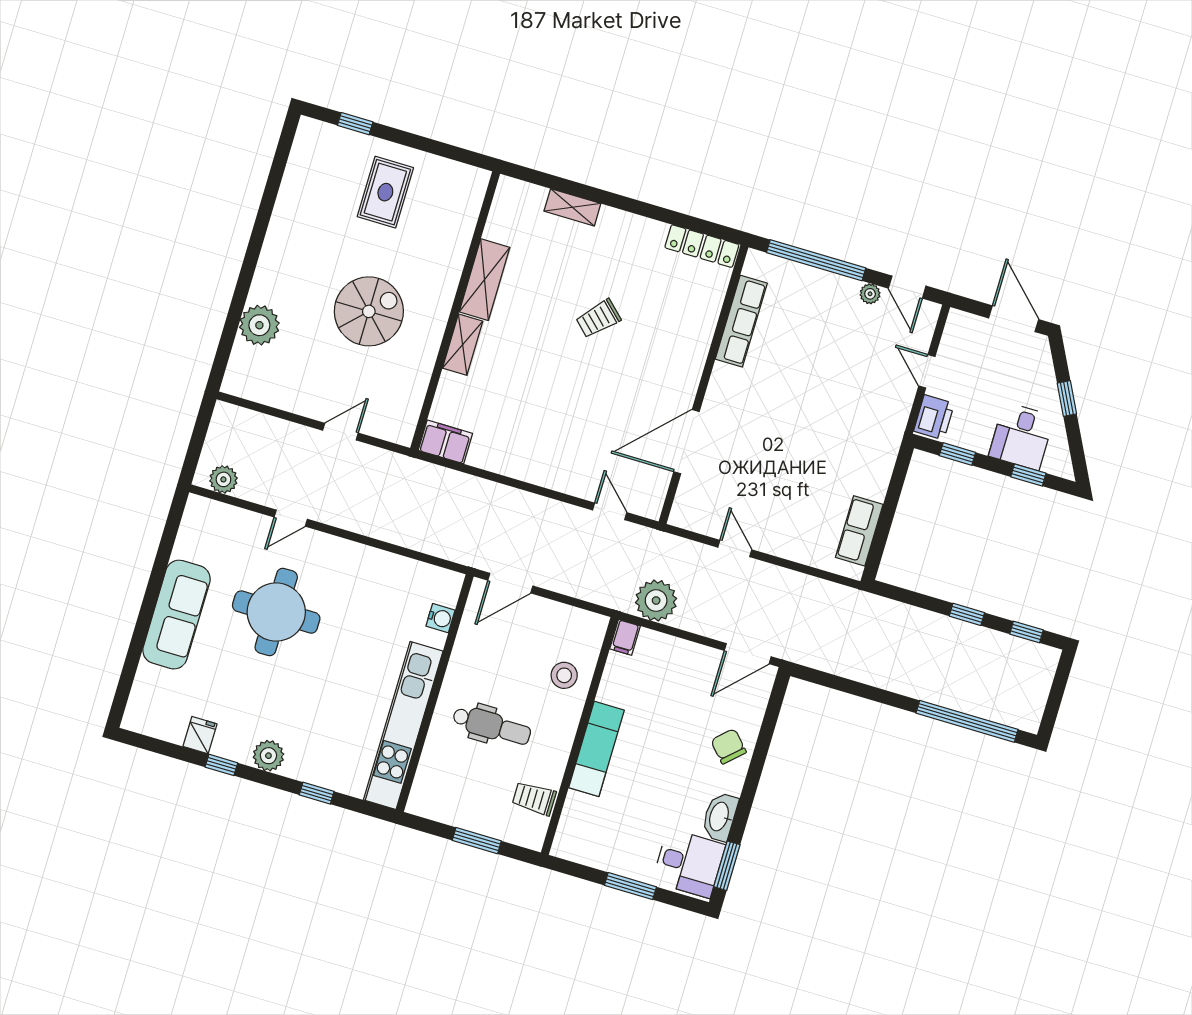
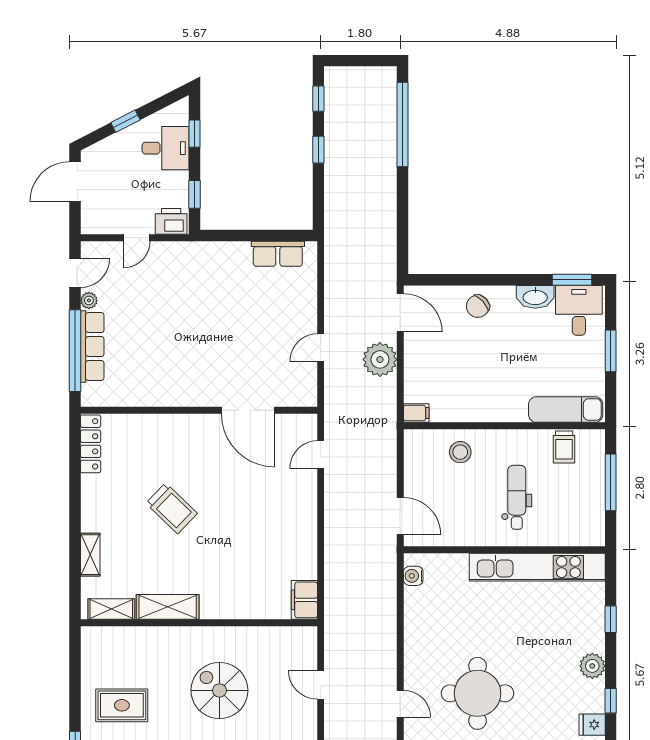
trolley: (598, 319) -> (172, 508), width x1.36, depth x1.39
row of seats: (741, 321) -> (92, 347), moved, turned 90
shelving: (463, 345) -> (111, 609), moved
plant: (656, 601) -> (380, 359), moved
water cooler: (440, 618) -> (413, 576), moved, turned -90
exam couch: (596, 749) -> (566, 410), moved
window: (477, 841) -> (611, 482), width x1.44

